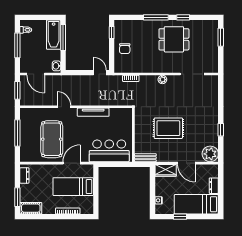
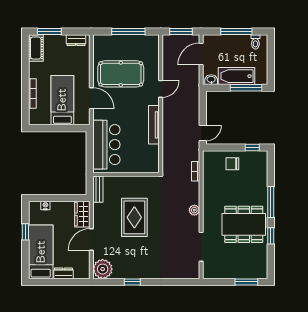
bathtub: (54, 35) -> (236, 76), moved
dining table: (174, 39) -> (244, 224), width x1.38

